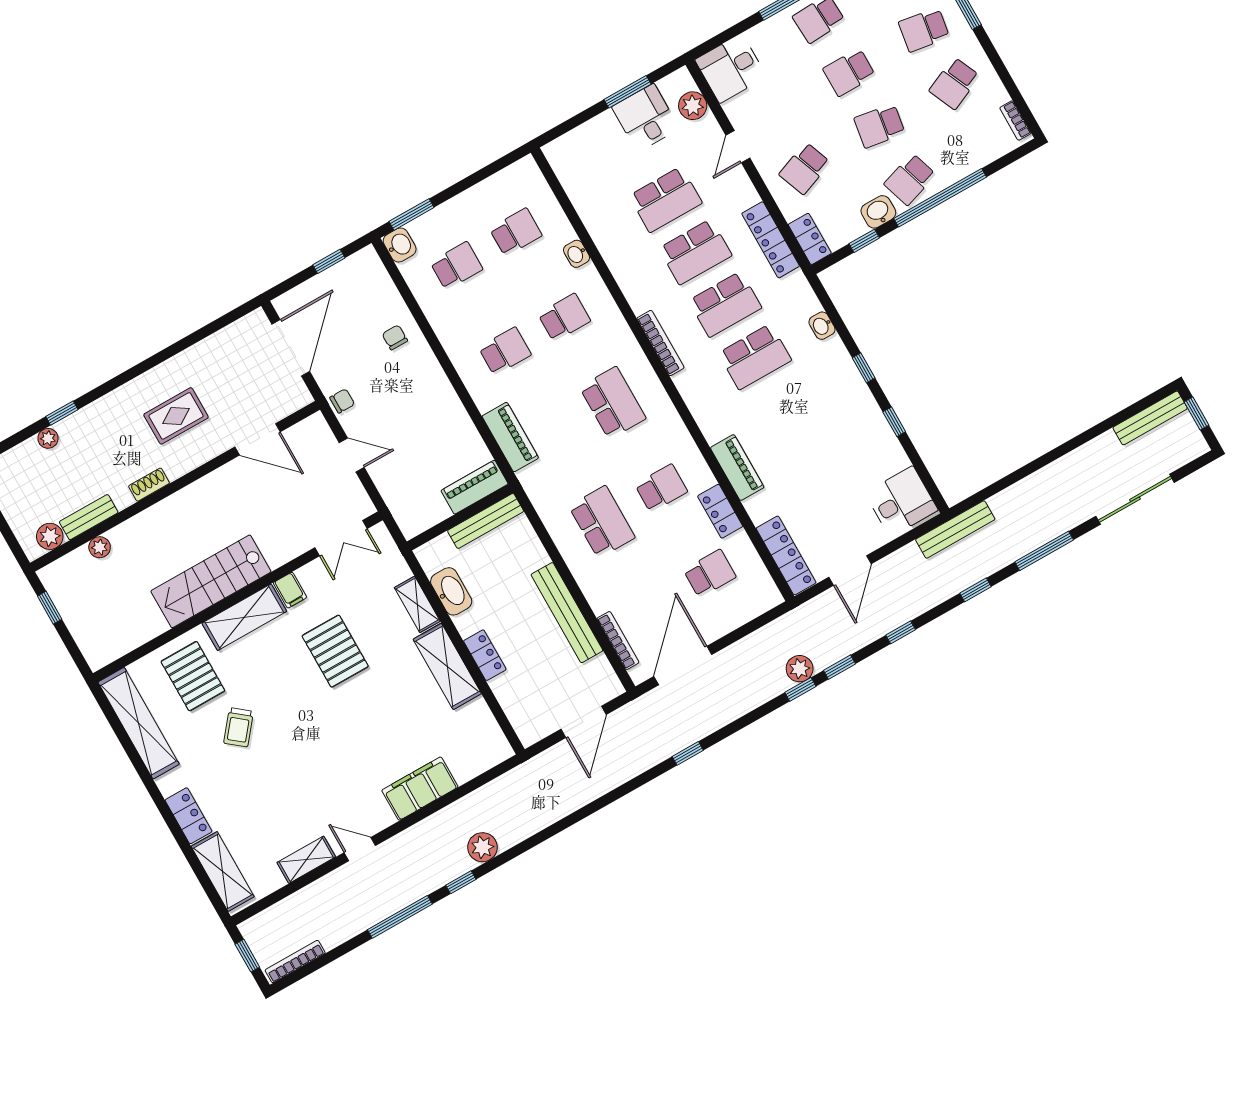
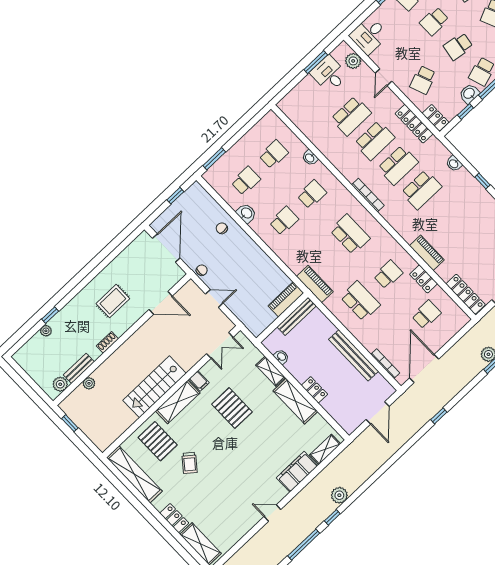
washbasin: (400, 245) -> (246, 213), moved
piano: (510, 437) -> (315, 284), moved
washbasin: (451, 591) -> (281, 357), width x0.52, depth x0.69
shelving: (306, 860) -> (325, 449), moved

